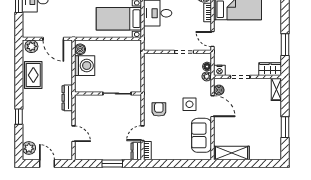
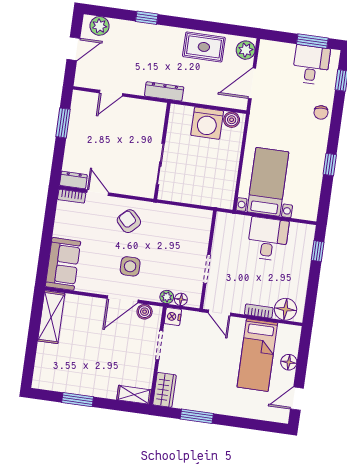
door: (213, 39) -> (219, 313), swing flipped
armchair: (159, 109) -> (129, 221), turned -134
sofa: (201, 135) -> (63, 264), moved, turned 90
window: (112, 164) -> (63, 123), moved

